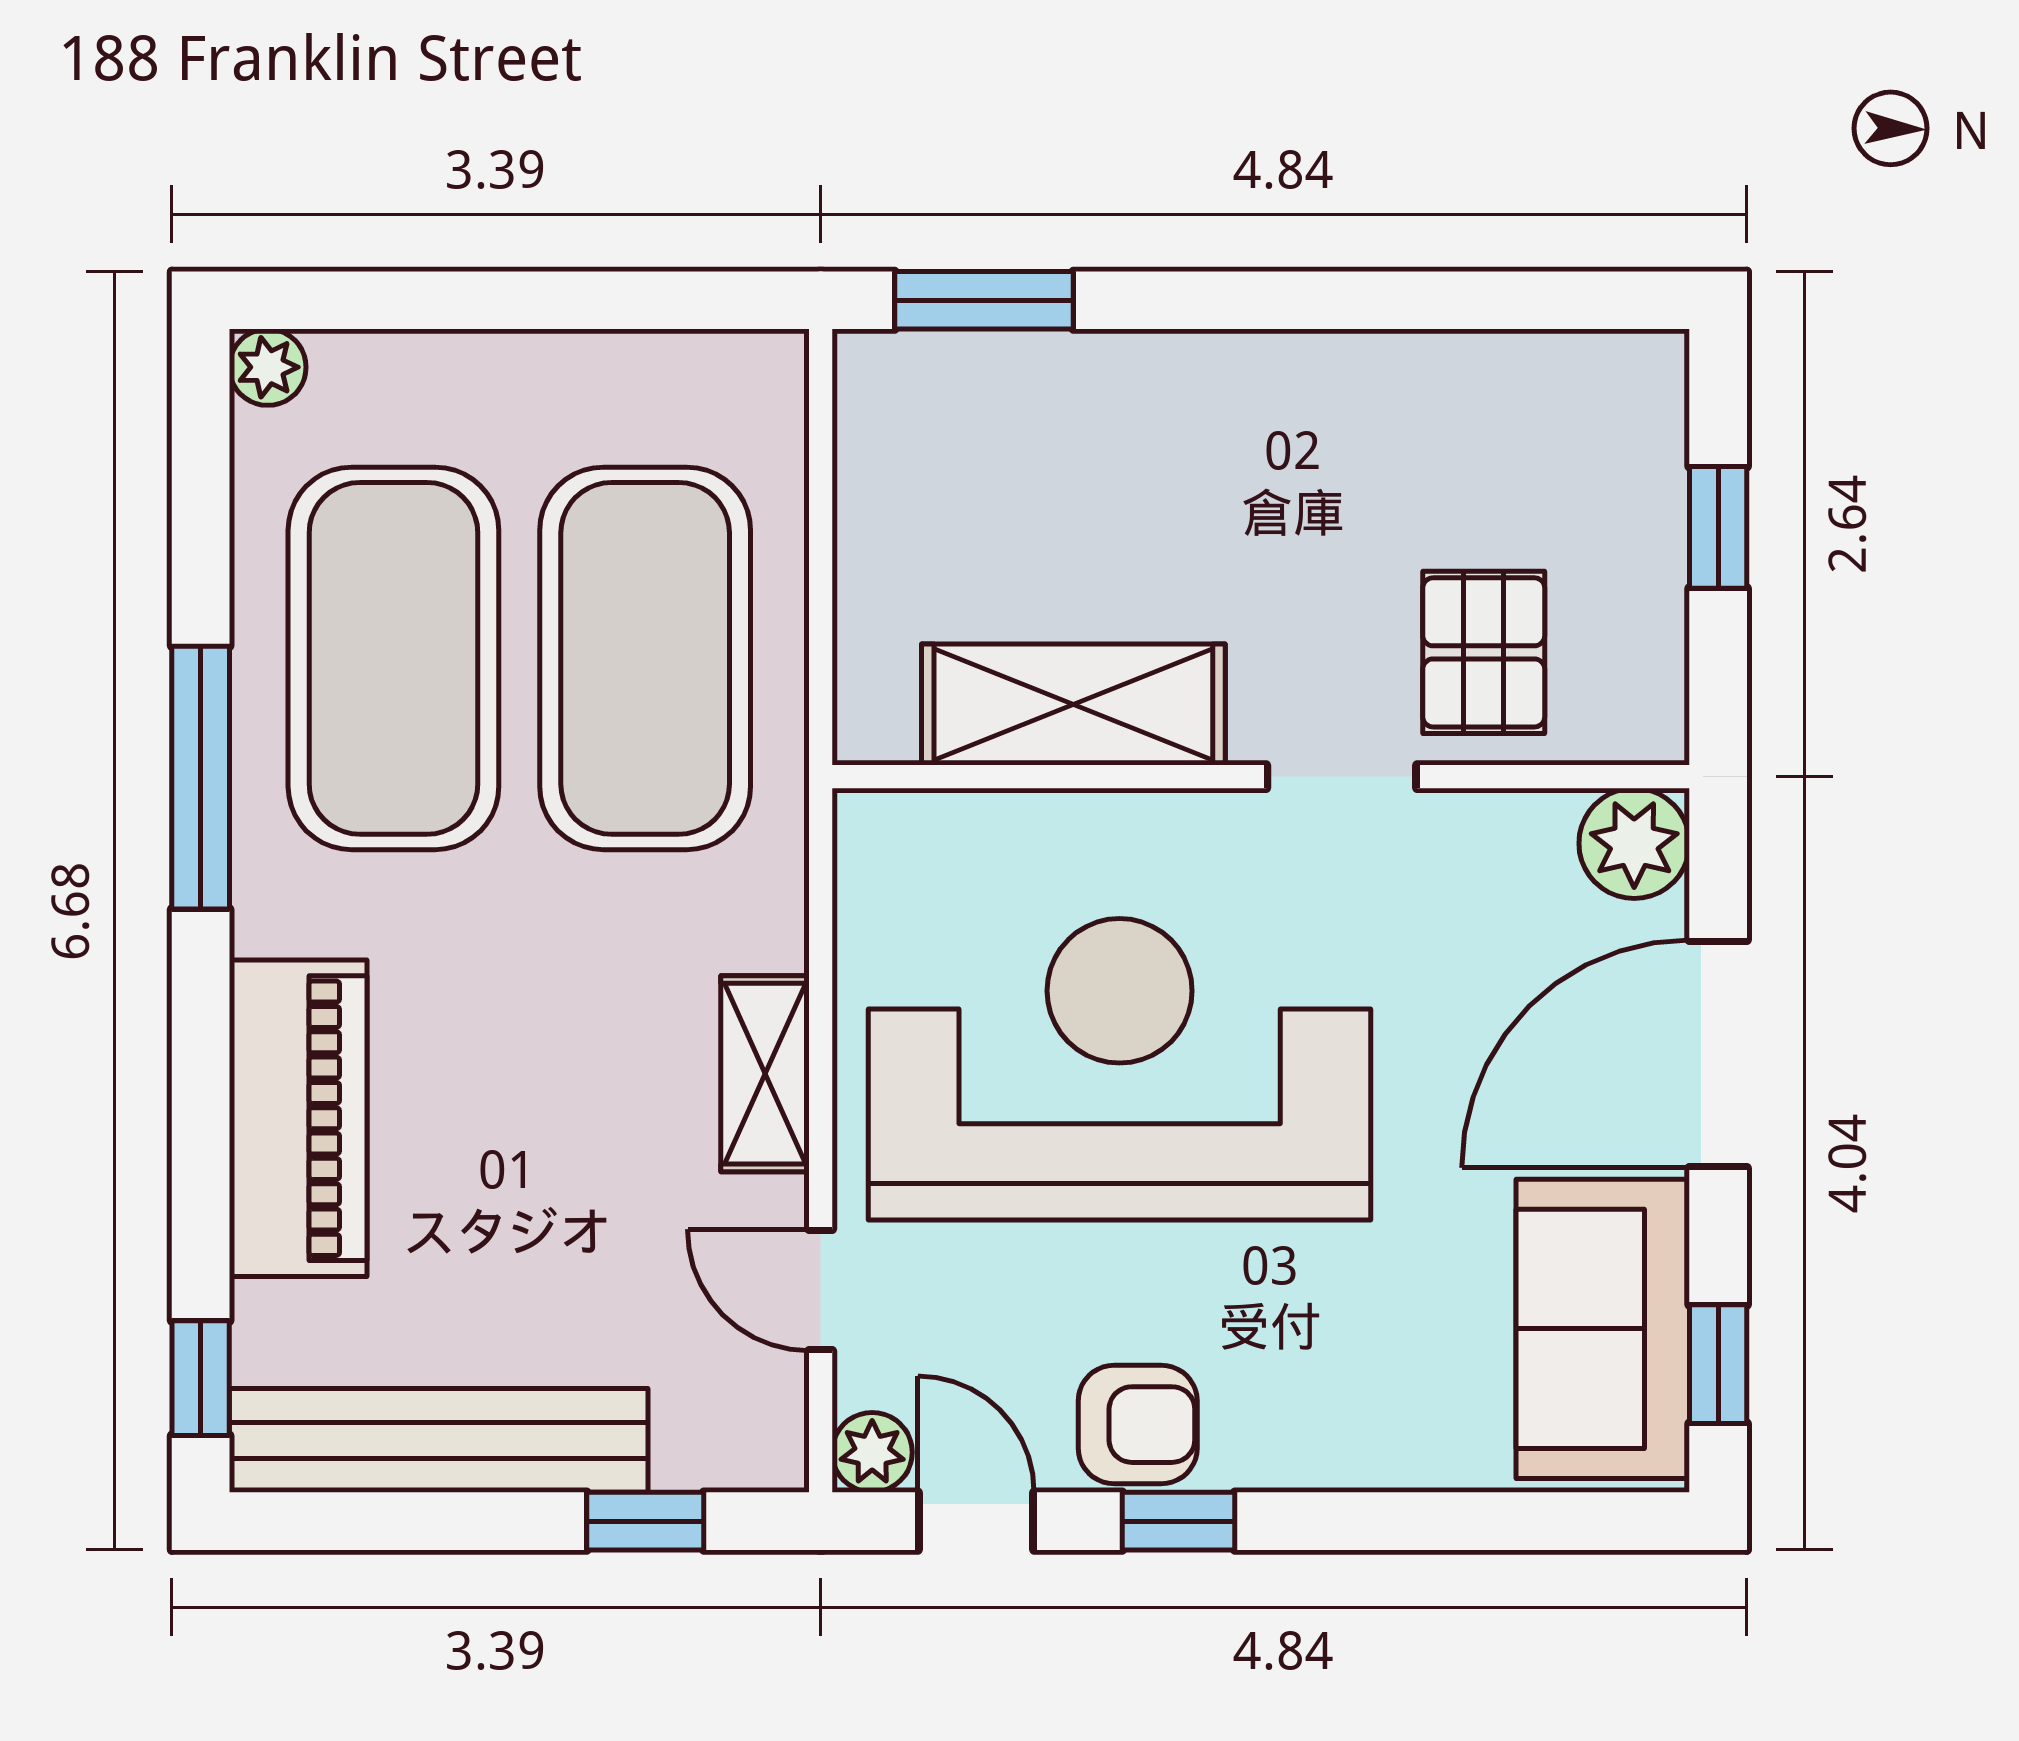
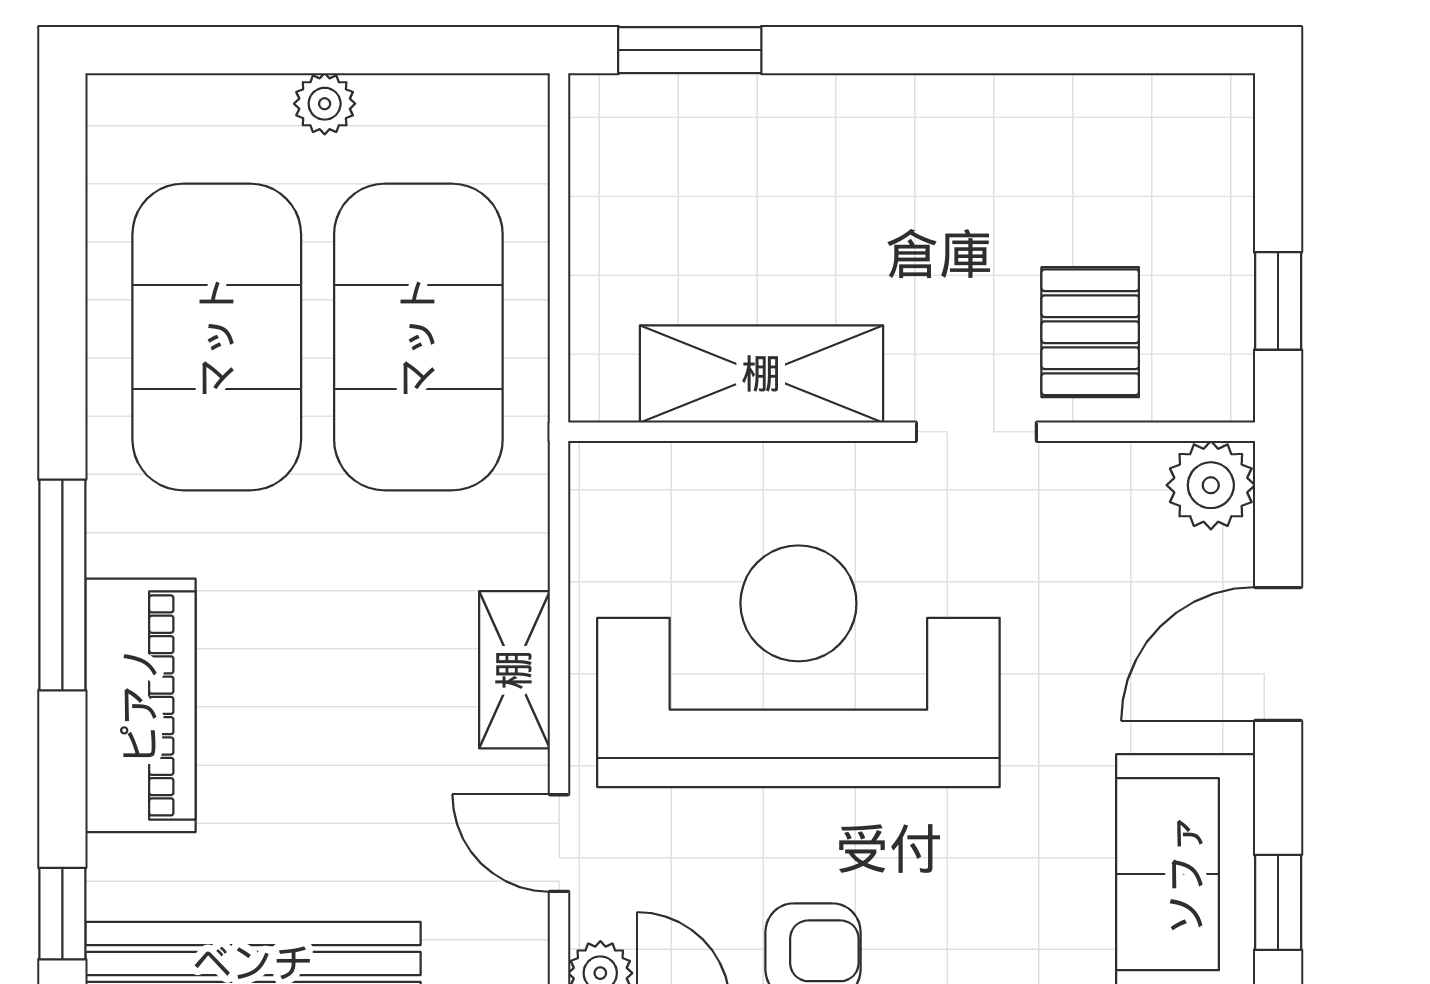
plant: (268, 367) -> (325, 104), moved
window: (1718, 527) -> (1278, 301), moved
window: (201, 778) -> (62, 585), moved
door: (1718, 1054) -> (1278, 654), width x0.73

